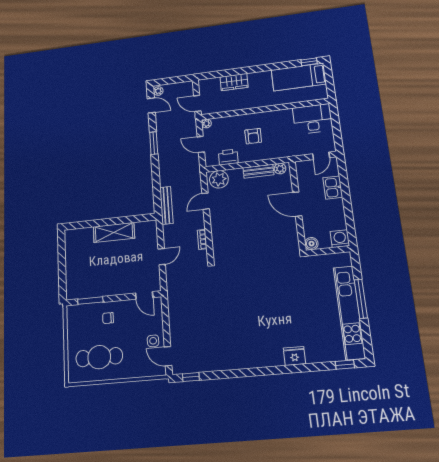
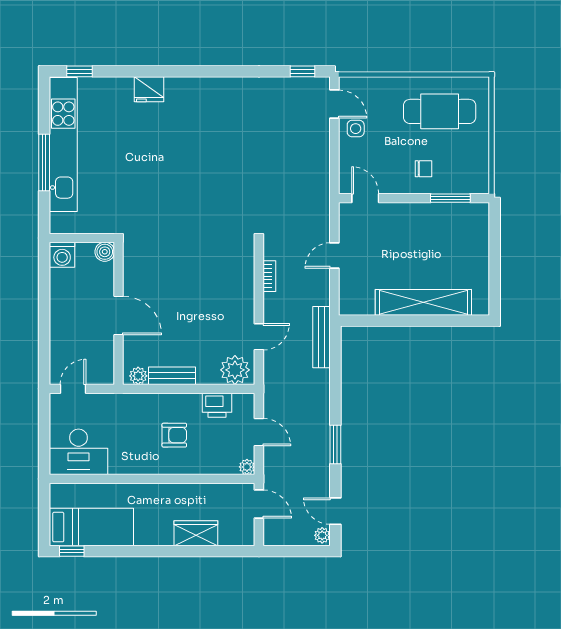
armchair: (253, 136) -> (174, 435), turned 90
kitchen sink: (333, 188) -> (62, 335), removed
shelving: (114, 232) -> (423, 302), width x1.47

